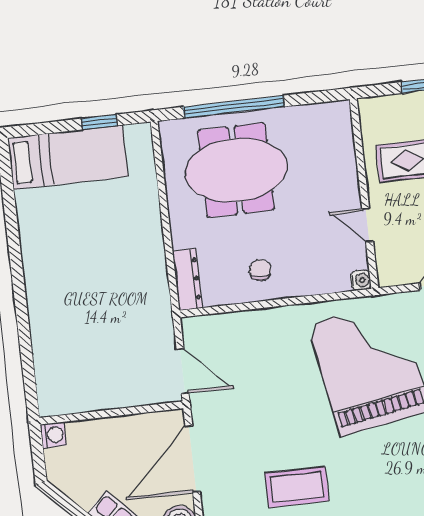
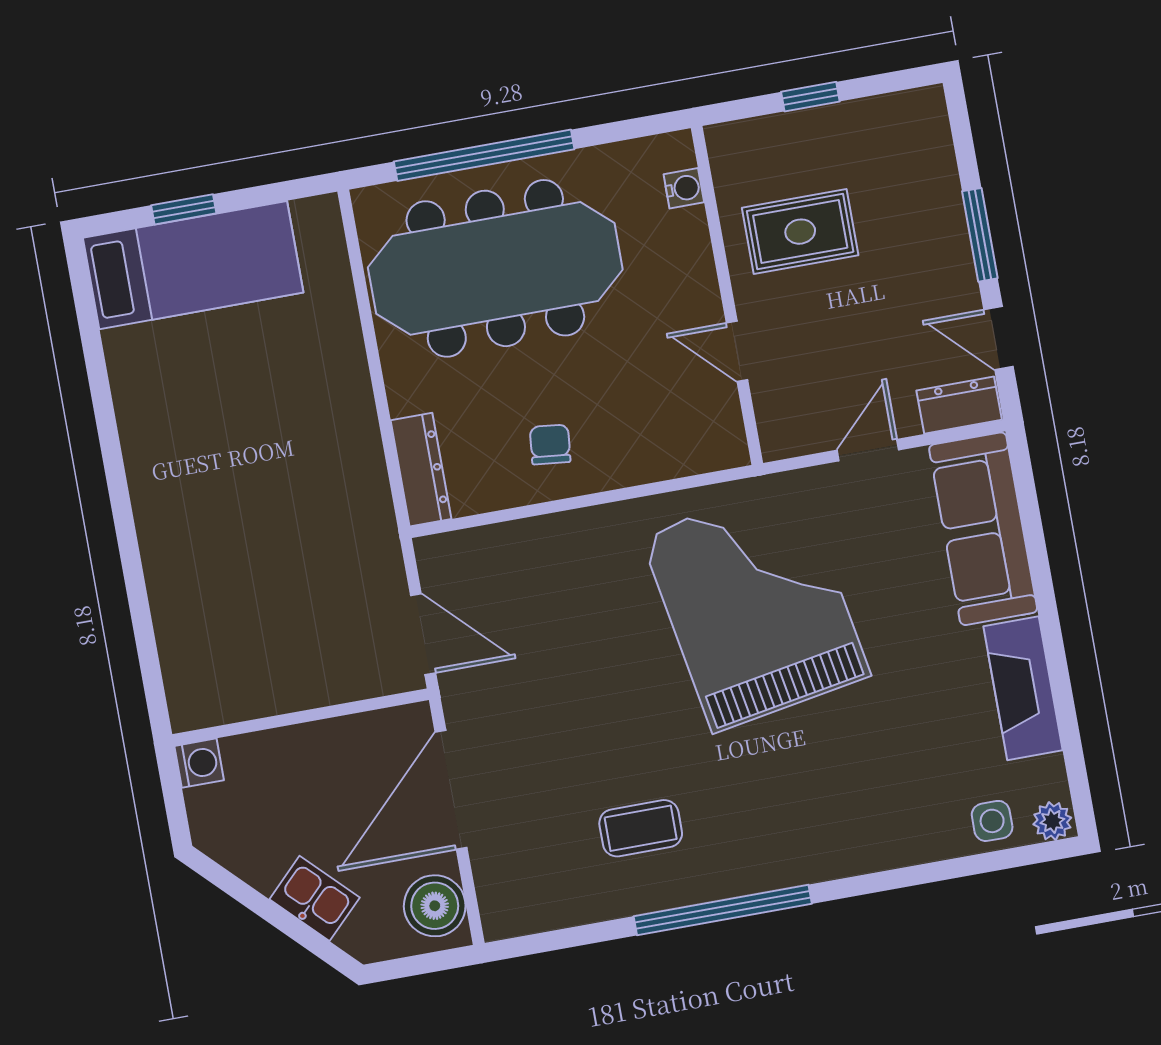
window: (99, 122) -> (184, 209), moved
meeting table: (236, 170) -> (495, 268), width x1.36
water cooler: (361, 280) -> (684, 188), moved
coffee table: (297, 487) -> (641, 828), width x0.73, depth x0.77

